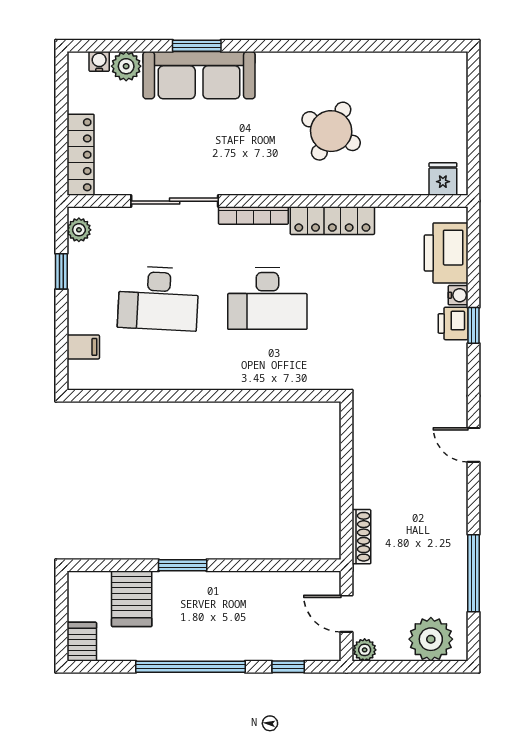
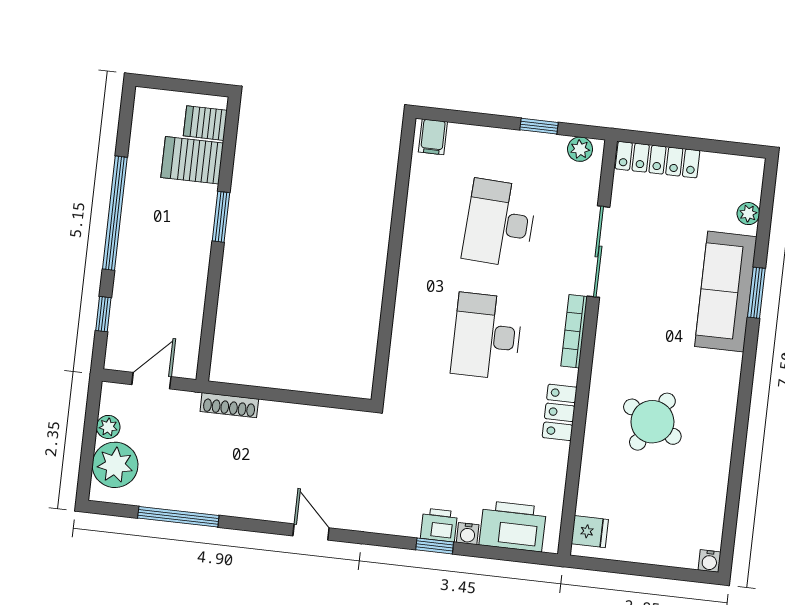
water cooler: (99, 61) -> (710, 561), moved, turned 90
plant: (126, 66) -> (748, 214), width x0.73, depth x0.73
locker: (332, 221) -> (560, 412), width x0.66
filing cabinet: (83, 347) -> (433, 137), moved
door: (473, 445) -> (311, 532), hinge flipped
server rack: (82, 642) -> (205, 123), moved, turned 180
plant: (365, 650) -> (108, 427), moved

